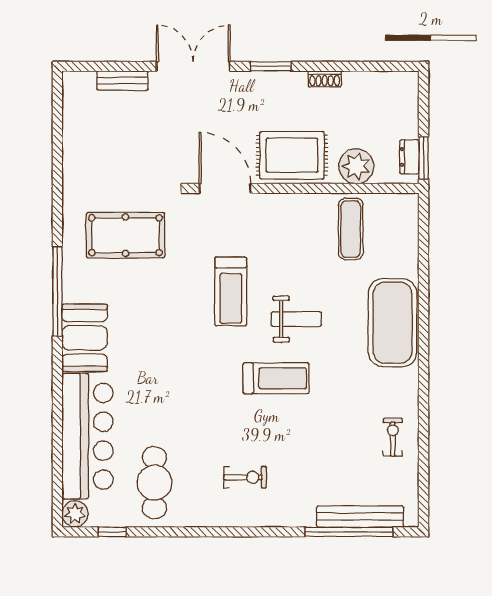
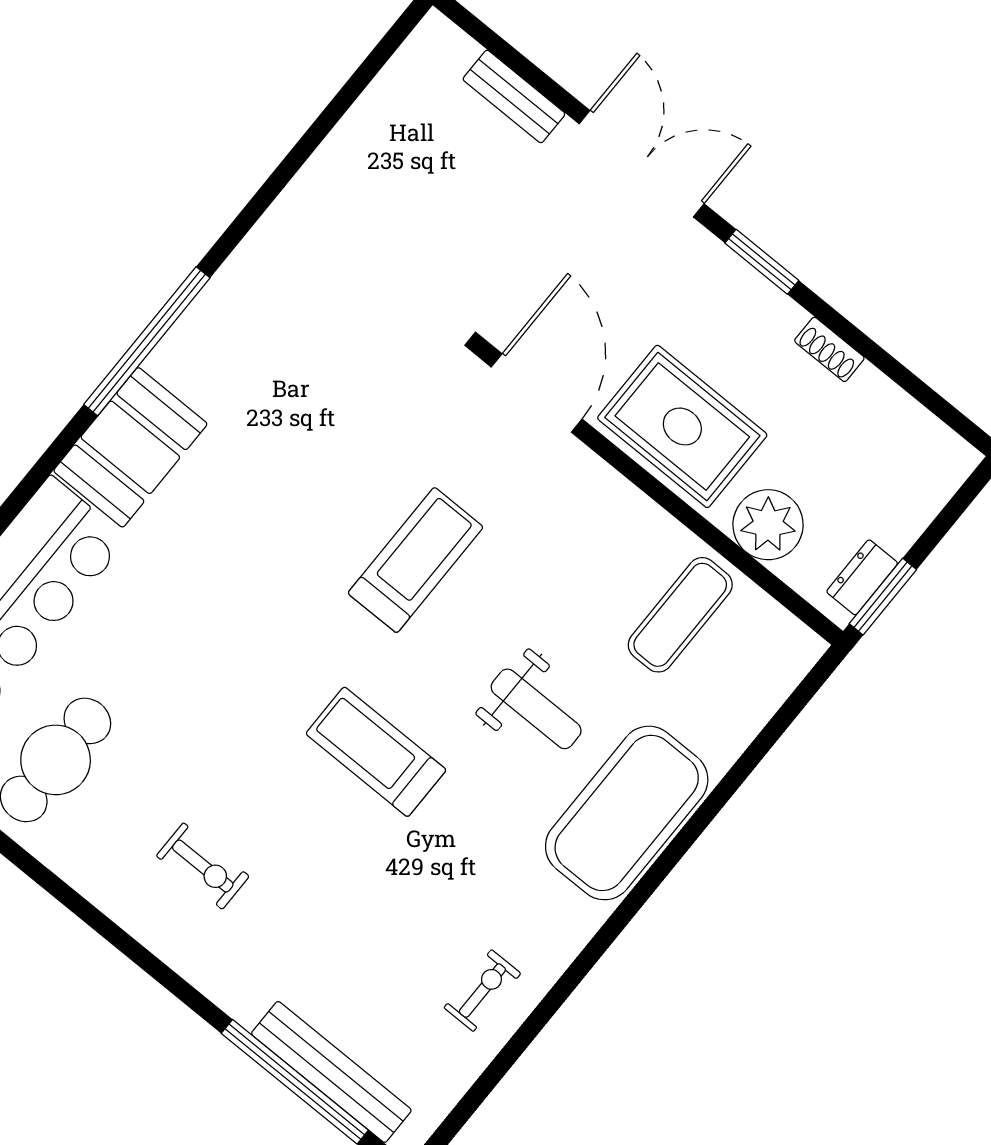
pool table: (125, 235) -> (323, 340), removed
treadmill: (231, 291) -> (416, 560), turned 180
weight bench: (296, 319) -> (536, 709), moved
treadmill: (276, 378) -> (376, 752), turned 180

